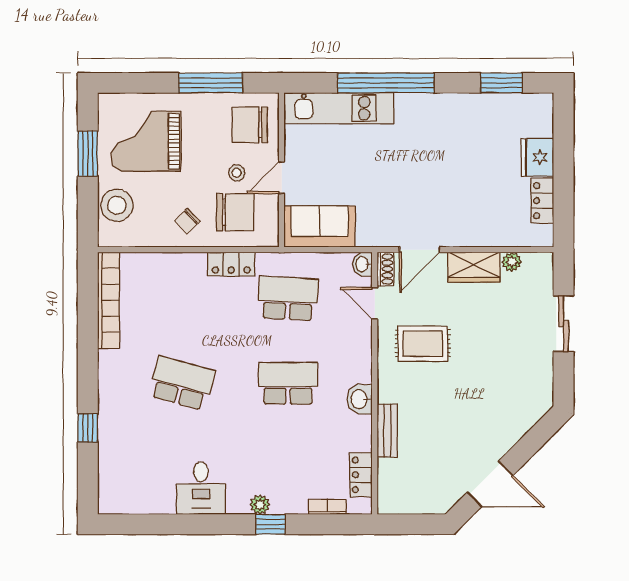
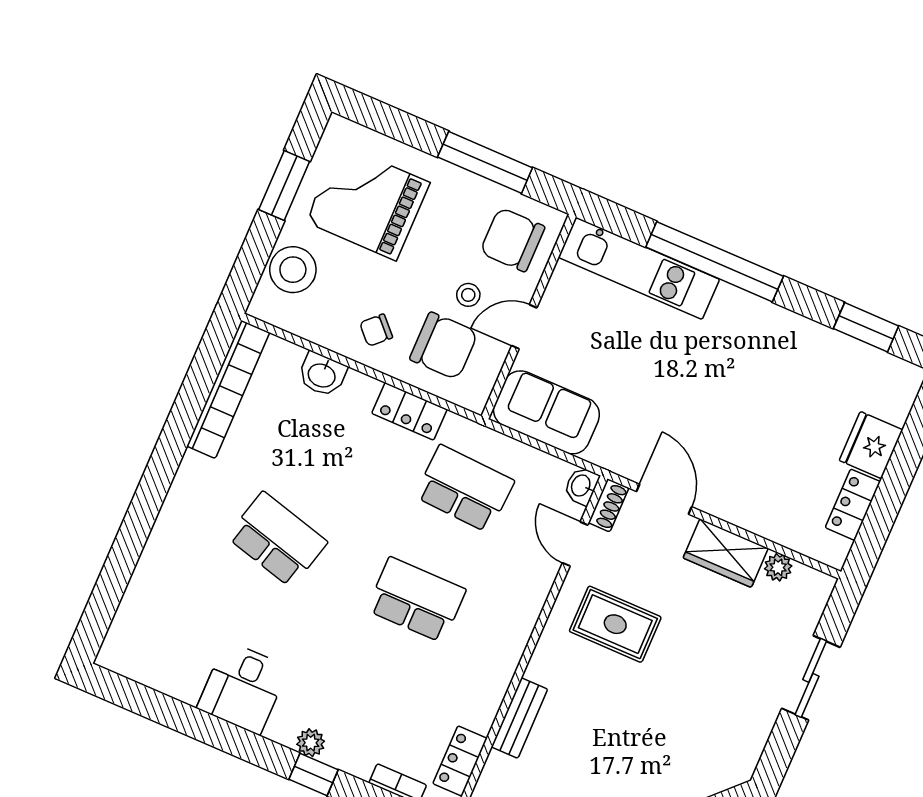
door: (419, 250) -> (664, 499), swing flipped
washbasin: (360, 399) -> (322, 375), moved, turned -90
window: (88, 428) -> (129, 545), removed

